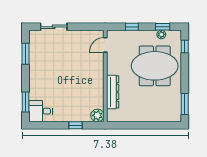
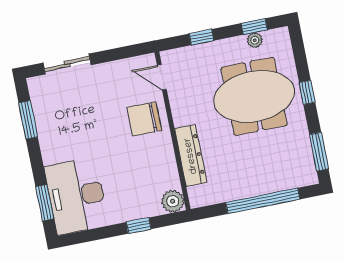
door: (105, 45) -> (162, 77), hinge flipped
window: (185, 47) -> (307, 92), moved
chair: (91, 66) -> (144, 119), added
desk: (41, 111) -> (76, 196), width x1.87, depth x1.30
window: (148, 125) -> (263, 201), added

